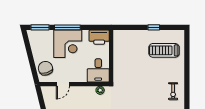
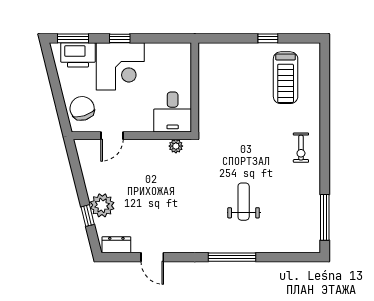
window: (67, 27) -> (120, 38), width x0.46
printer: (99, 37) -> (78, 55), moved
treadmill: (164, 50) -> (286, 78), turned -90

